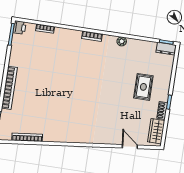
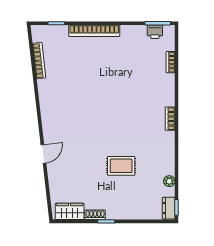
printer: (20, 27) -> (155, 32), moved
plant: (122, 41) -> (169, 181), moved
rug: (143, 87) -> (121, 166), moved
door: (130, 147) -> (43, 154), moved

